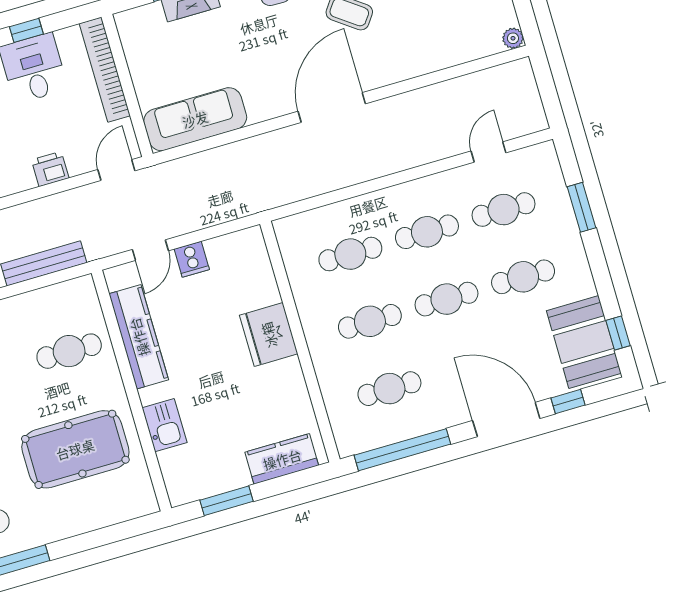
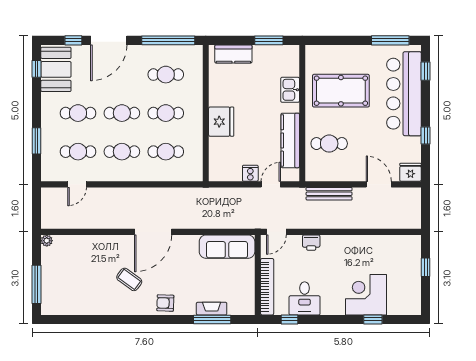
window: (26, 30) -> (290, 319), moved
door: (506, 419) -> (109, 40), hinge flipped

